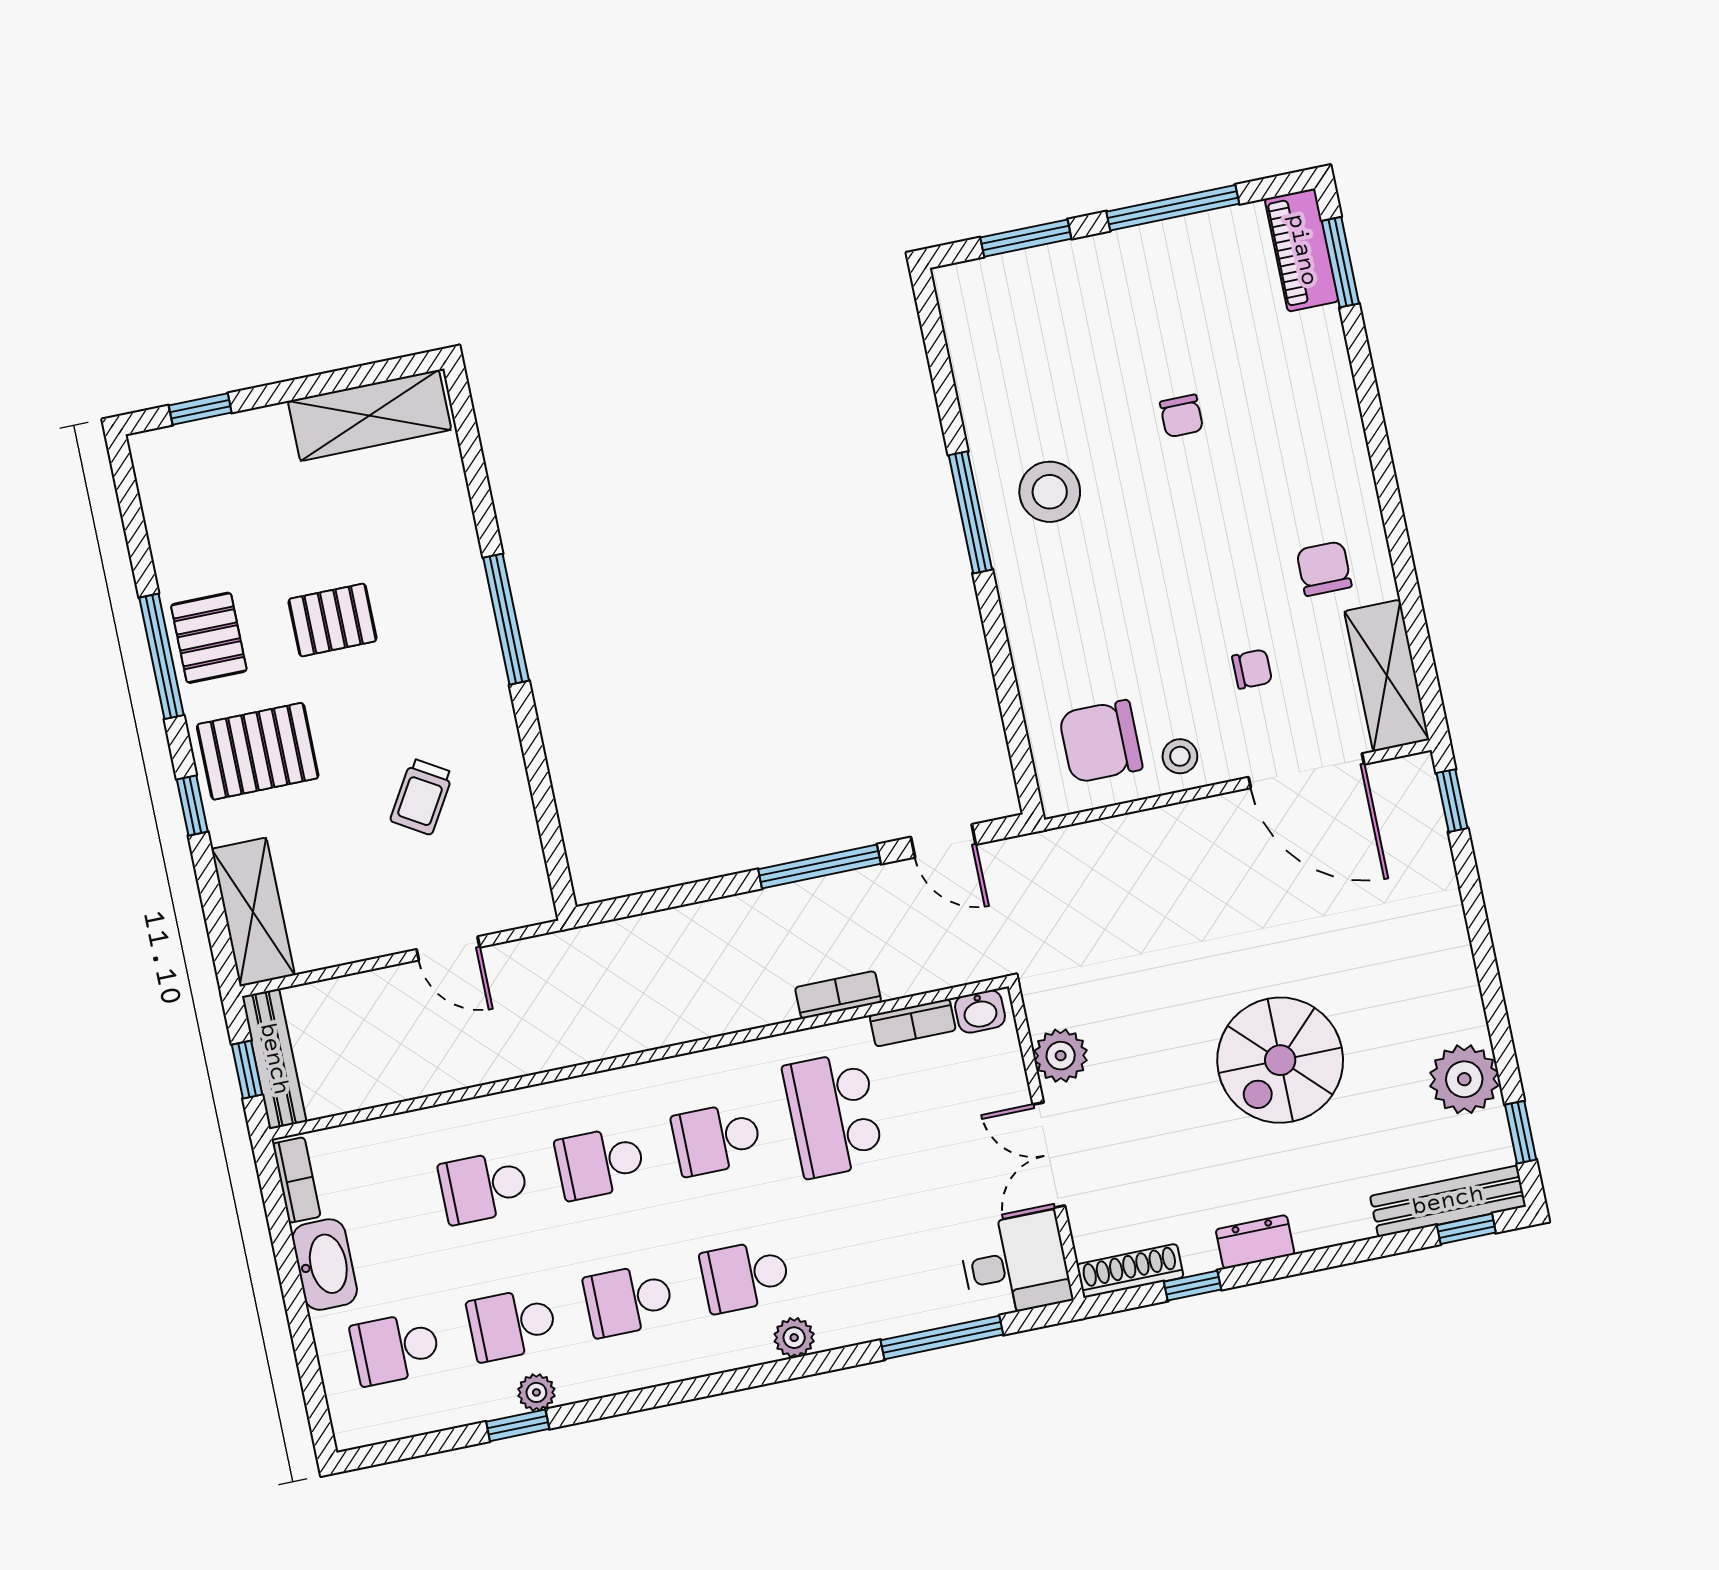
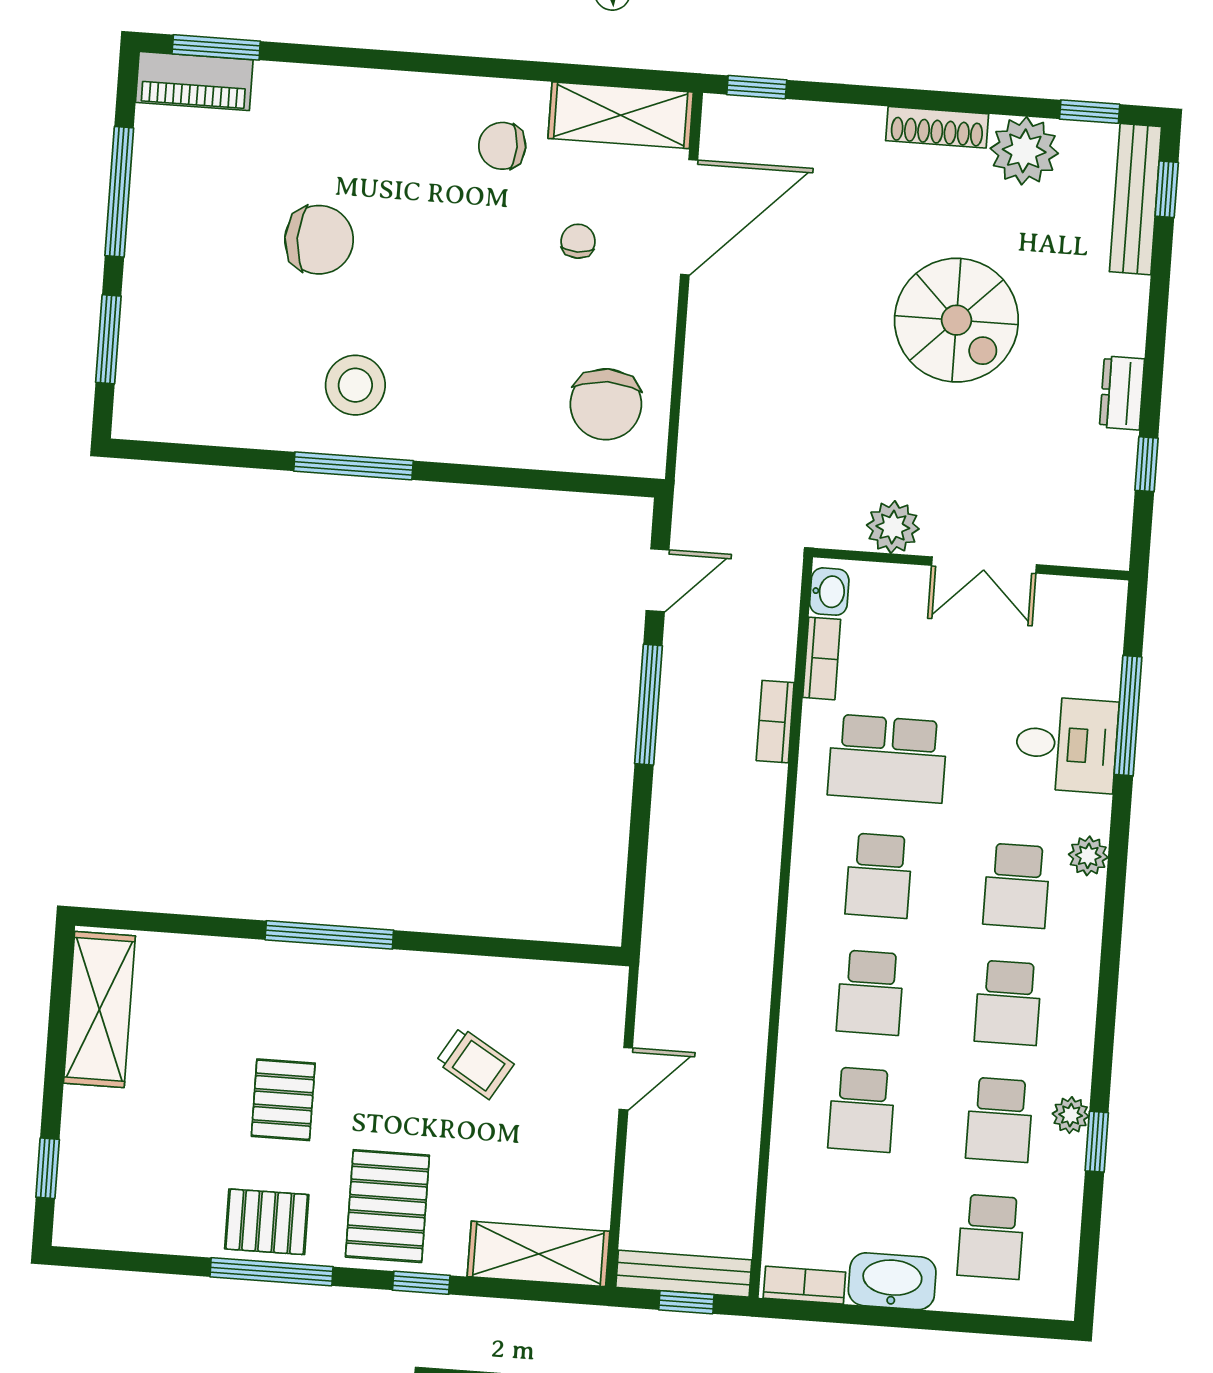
chair: (1181, 416) -> (319, 240), width x1.87, depth x1.87
stool: (1180, 756) -> (641, 333), removed
desk: (1015, 1265) -> (1066, 744), moved, turned 90
shoe rack: (1130, 1271) -> (937, 127), moved, turned -90

